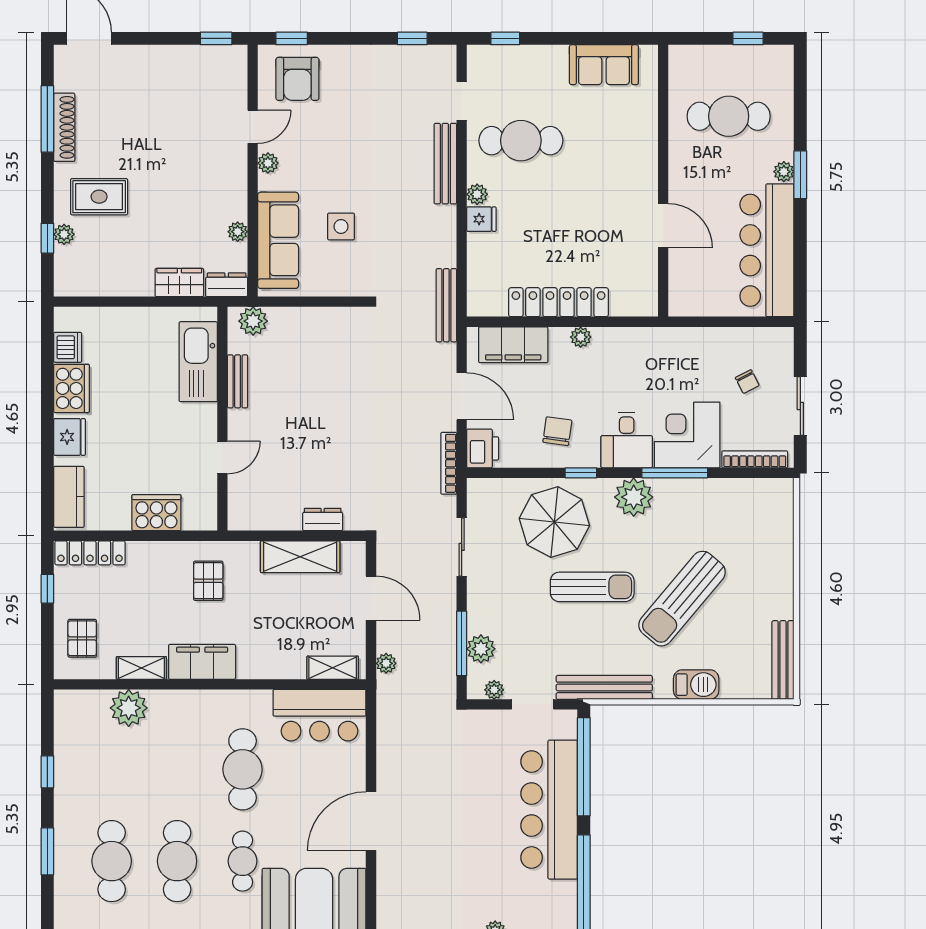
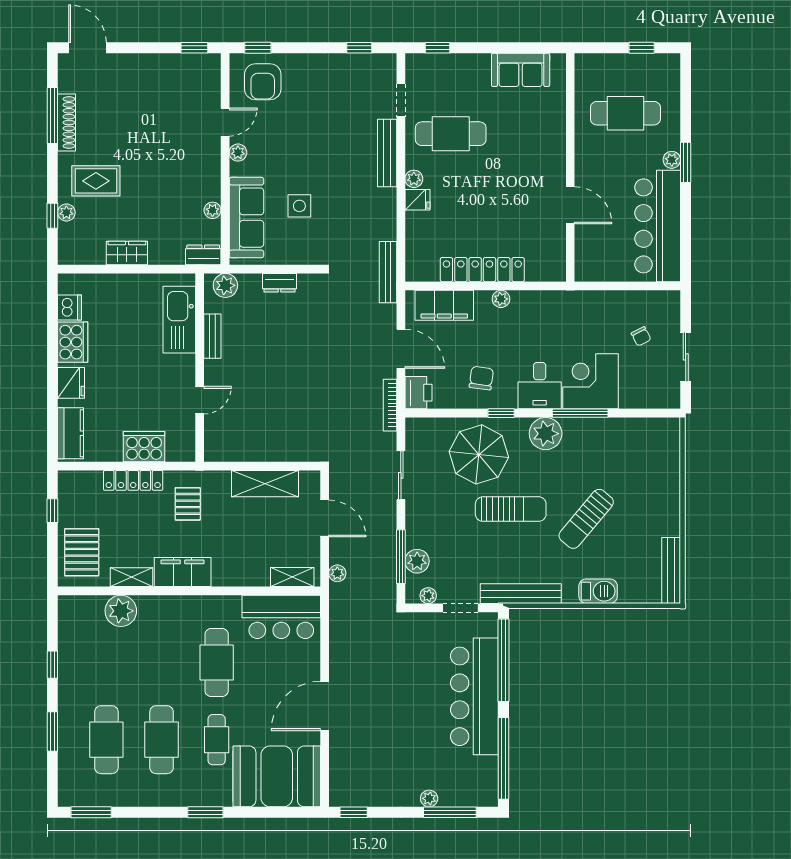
wardrobe: (179, 282) -> (127, 253), moved
bookcase: (755, 459) -> (647, 402), removed
dresser: (323, 519) -> (280, 283), moved, turned 180
locker: (90, 553) -> (133, 480), moved
sun lounger: (682, 599) -> (586, 519), width x0.73, depth x0.75
pallet: (82, 638) -> (82, 552), width x1.50, depth x1.42

